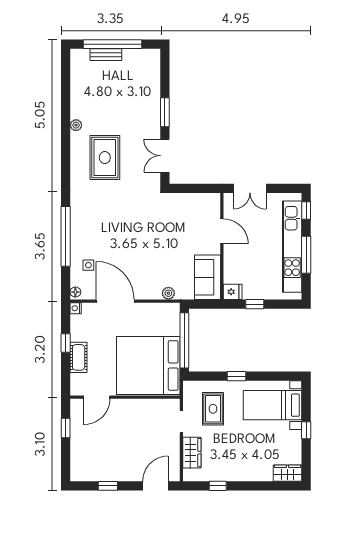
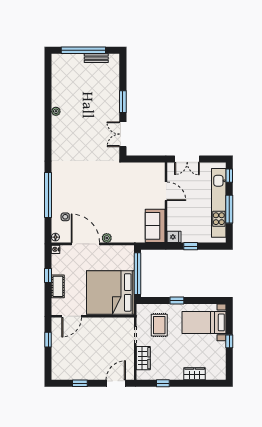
bench: (106, 55) -> (96, 58), moved
rug: (105, 158) -> (78, 136), removed
plant: (168, 293) -> (107, 238), moved
wardrobe: (287, 473) -> (195, 374), moved

